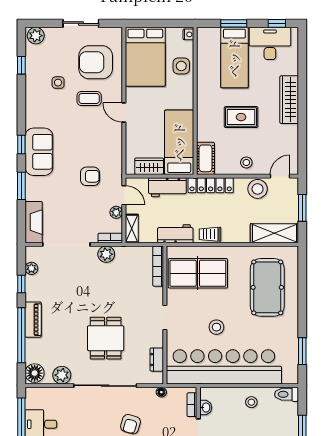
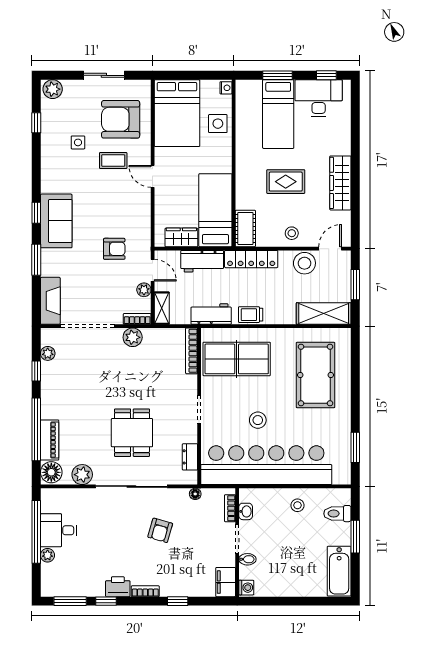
wardrobe: (289, 100) -> (340, 183), moved
piano: (33, 320) -> (50, 440), moved
toilet: (287, 394) -> (337, 514), moved

